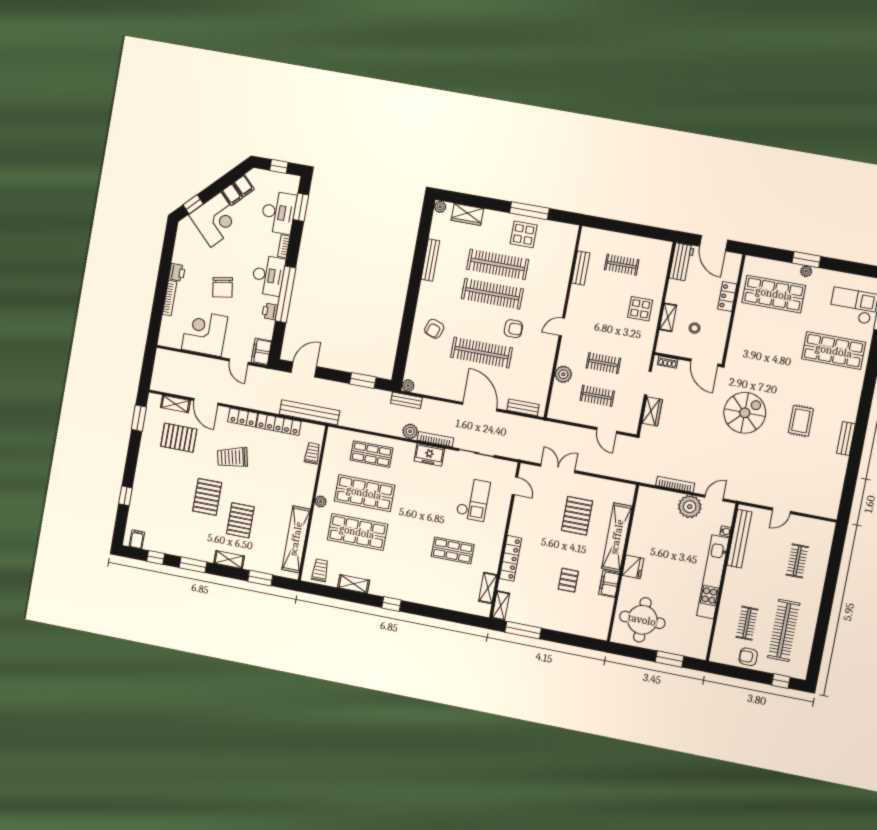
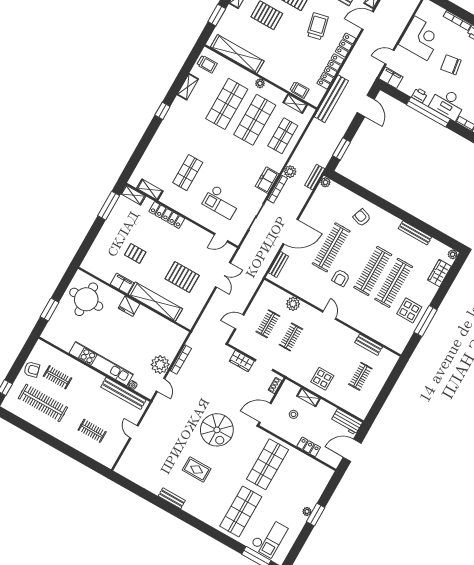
shop shelf: (774, 294) -> (268, 464), moved
shelving: (330, 453) -> (295, 104), added
armchair: (748, 657) -> (32, 369), turned 76

